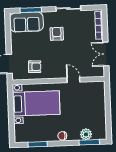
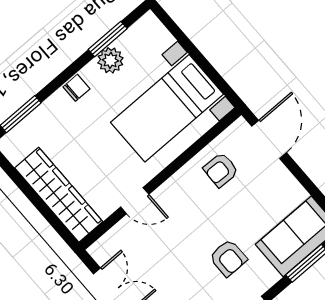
wardrobe: (98, 103) -> (59, 195), added
plant: (86, 134) -> (110, 60), moved

